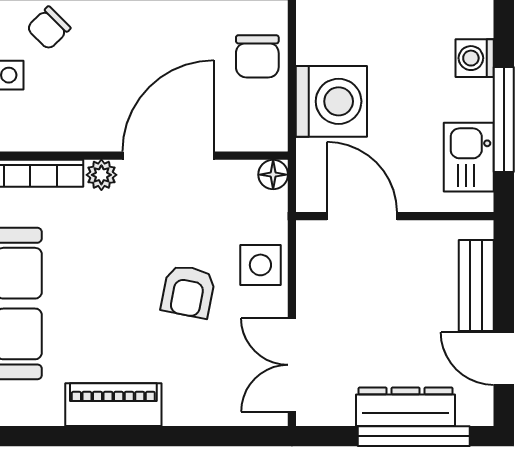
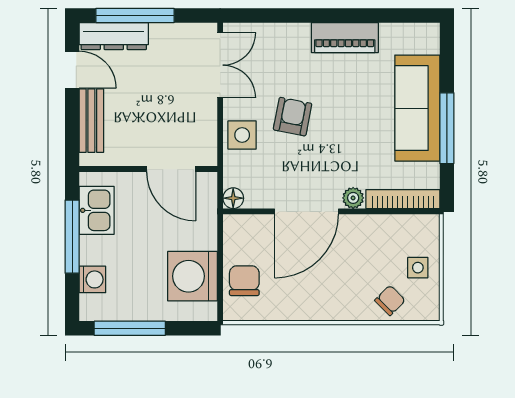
washing machine: (331, 101) -> (192, 276), moved
dresser: (406, 407) -> (114, 36), moved

